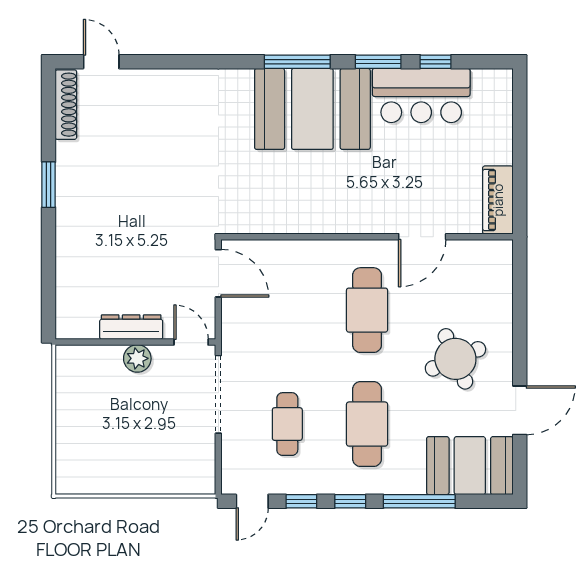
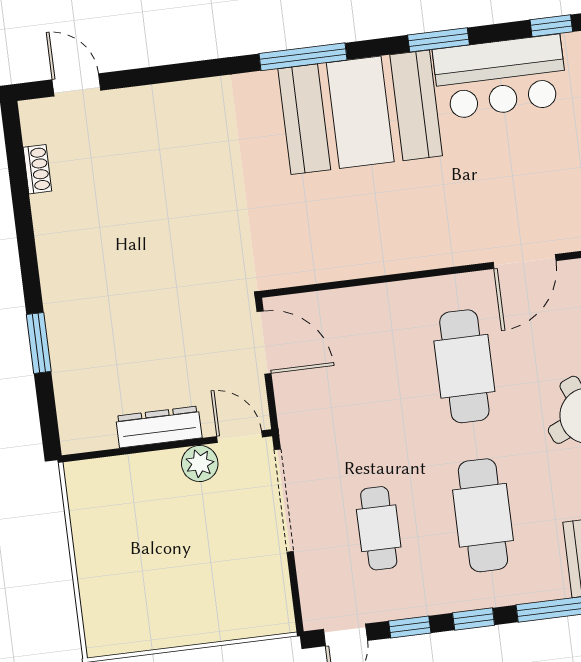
window: (297, 62) -> (303, 57), moved
window: (436, 62) -> (551, 26), moved
shoe rack: (66, 105) -> (37, 169), width x0.51, depth x0.81
window: (49, 185) -> (39, 343), moved
plant: (137, 358) -> (200, 463), moved

